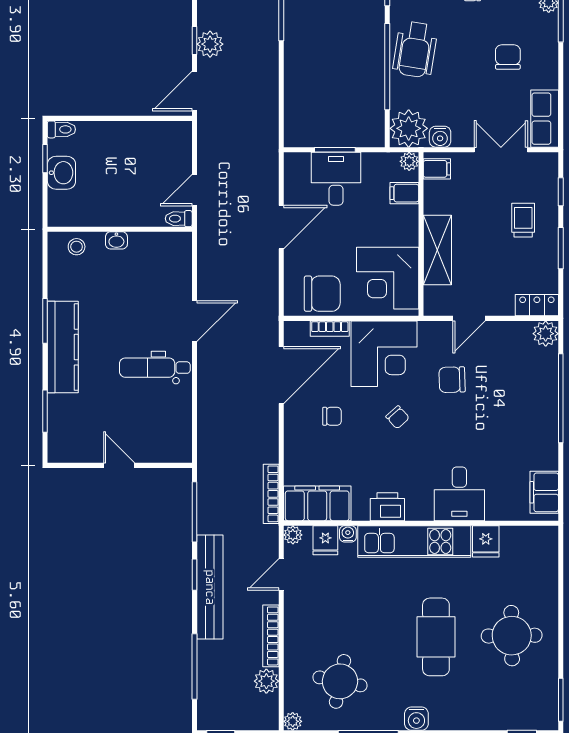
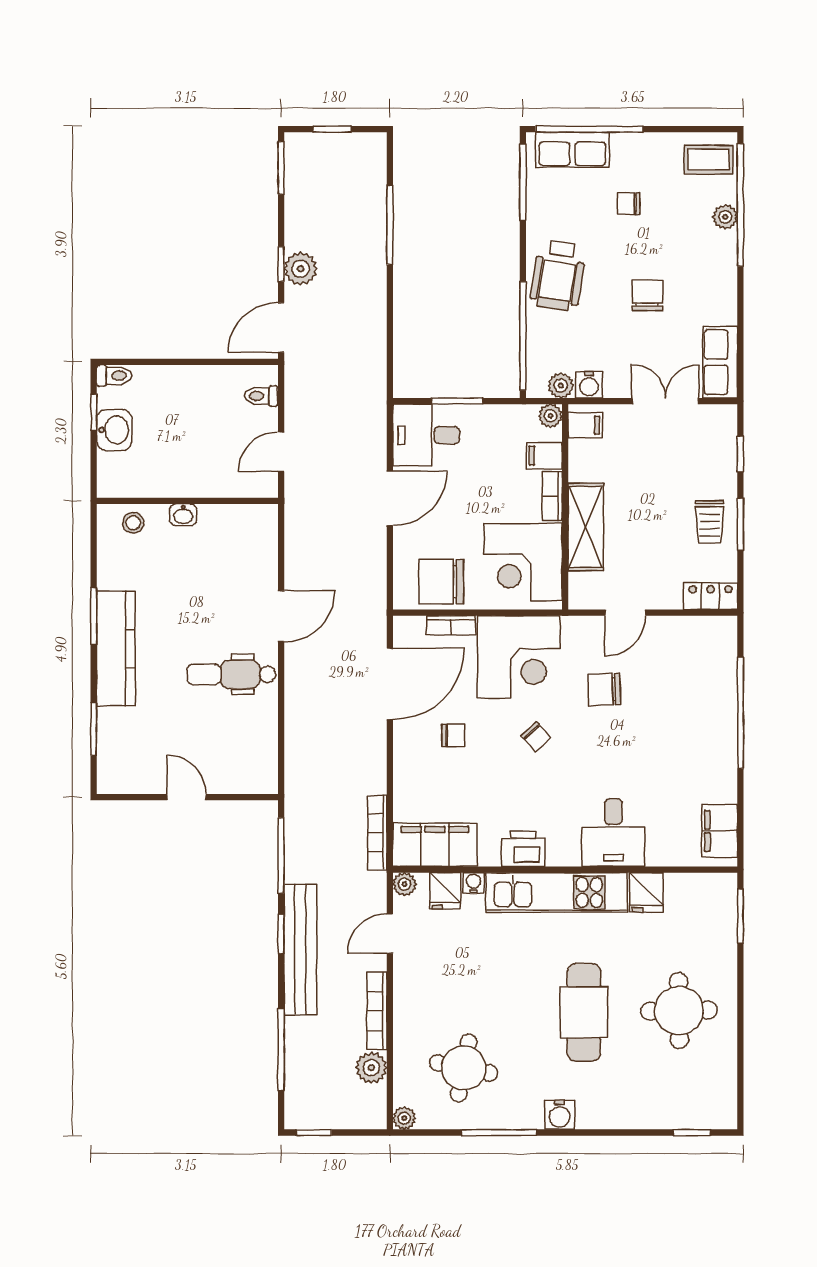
chair: (508, 57) -> (647, 295), moved
window: (387, 67) -> (523, 336), moved
plant: (409, 128) -> (561, 386), width x0.53, depth x0.53
desk: (336, 179) -> (426, 435), moved, turned -90
toilet: (179, 219) -> (261, 396), moved
trolley: (523, 220) -> (710, 522), moved, turned 180
bookcase: (411, 225) -> (552, 496), added
chair: (322, 294) -> (441, 582), turned 180
plant: (546, 334) -> (721, 632), removed
window: (561, 700) -> (740, 916), moved

